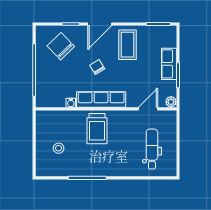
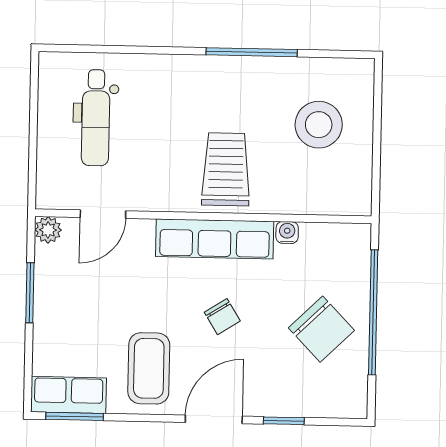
chair: (61, 46) -> (321, 329), moved
row of seats: (169, 64) -> (69, 395), moved, turned -90
stool: (59, 148) -> (319, 125), width x1.89, depth x1.89

